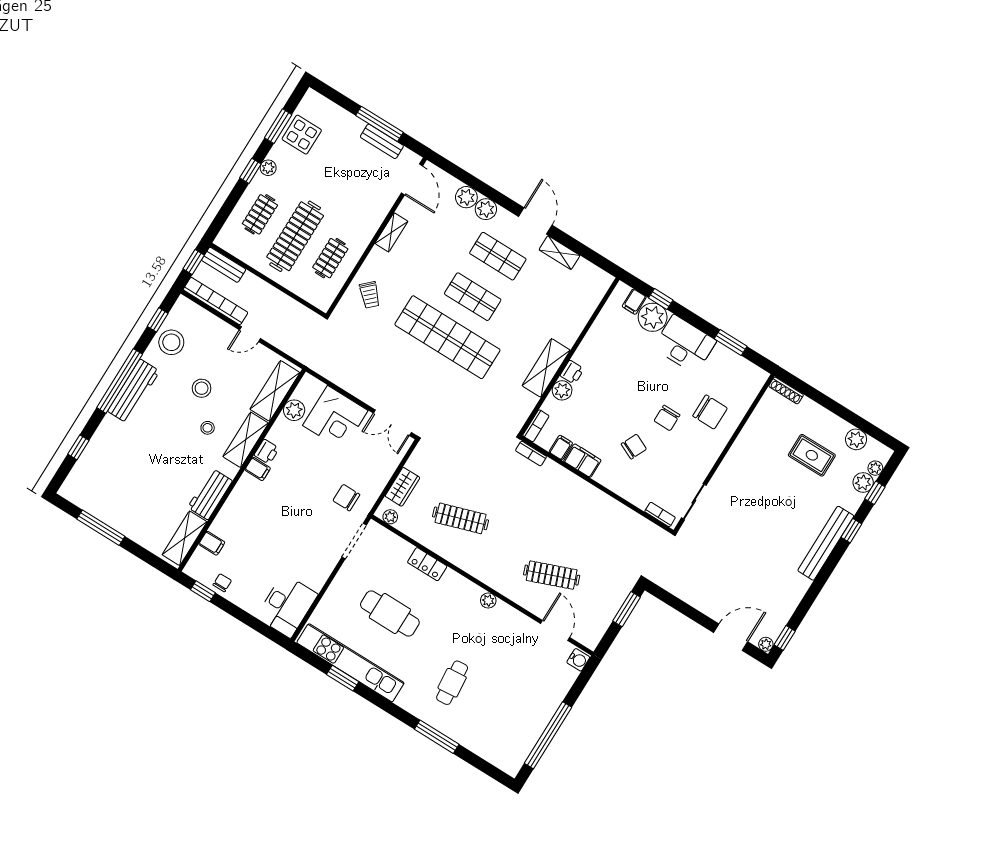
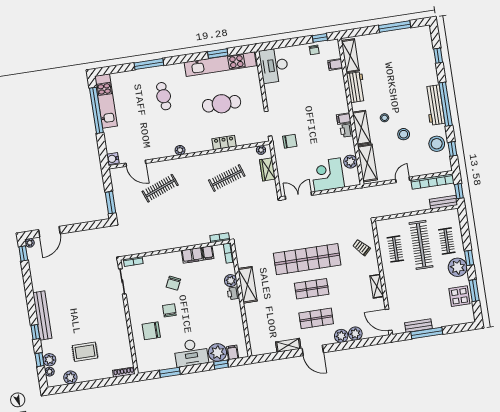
plant: (268, 168) -> (458, 267), width x1.87, depth x1.87
kitchen unit: (527, 737) -> (106, 101), added

